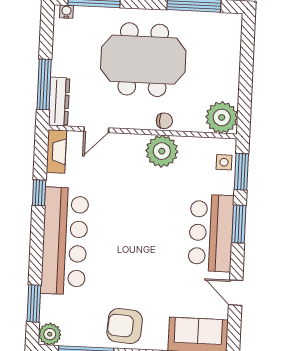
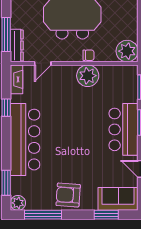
side table: (224, 162) -> (130, 81), removed

